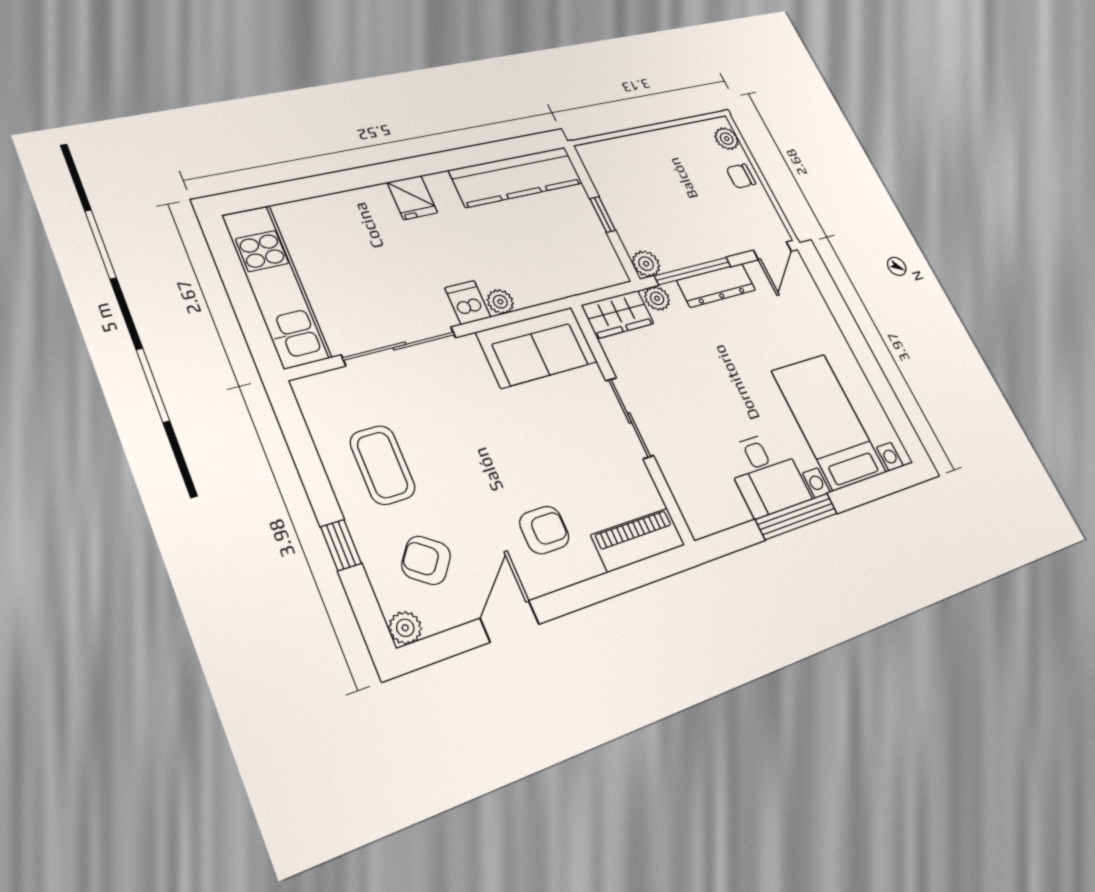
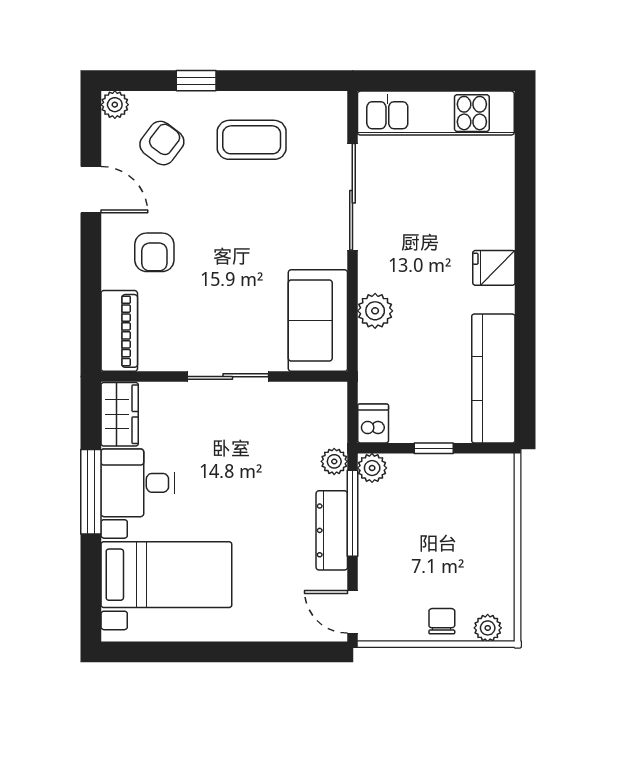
plant: (500, 302) -> (375, 311), width x1.38, depth x1.38
dishwasher: (468, 303) -> (373, 424), moved, turned -90
wardrobe: (618, 314) -> (120, 414), moved, turned 180

